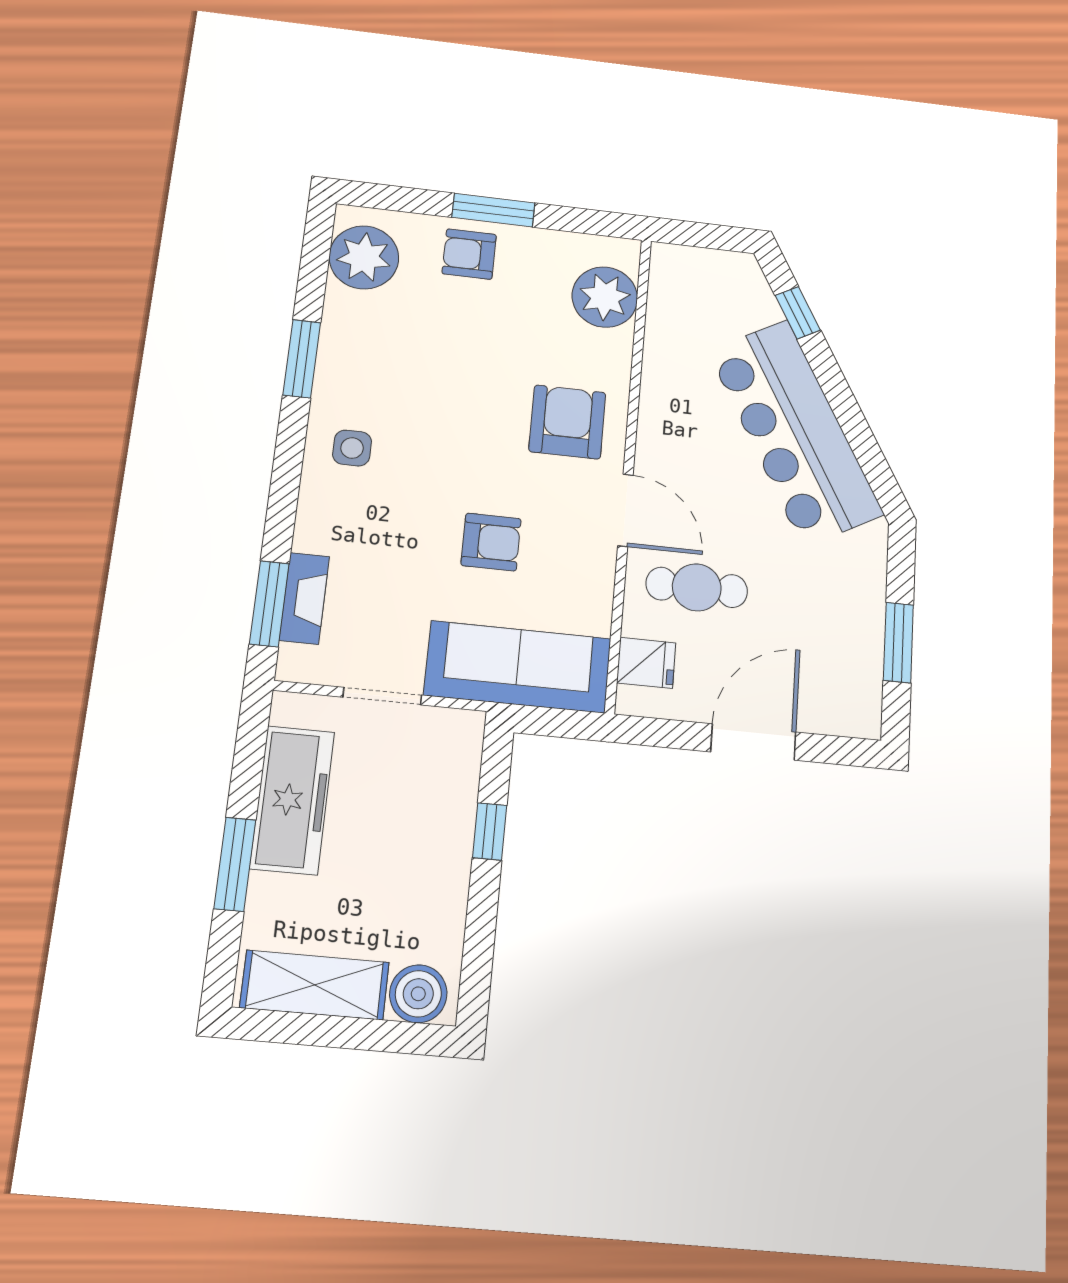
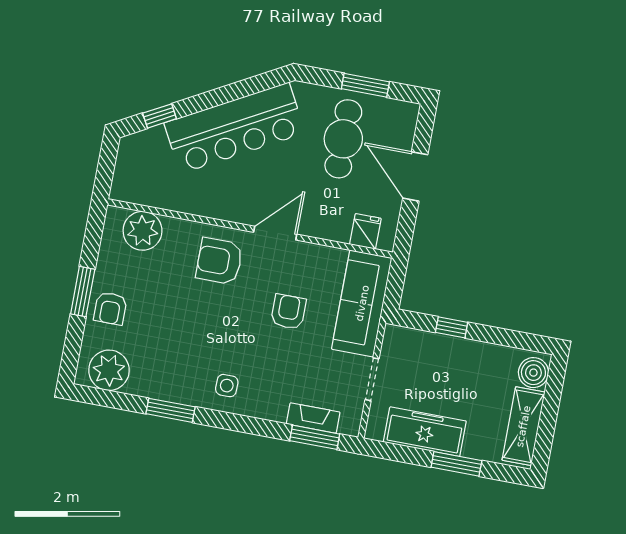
cafe table: (697, 587) -> (343, 139), moved, width x1.37, depth x1.35

